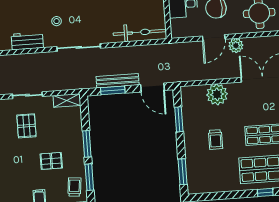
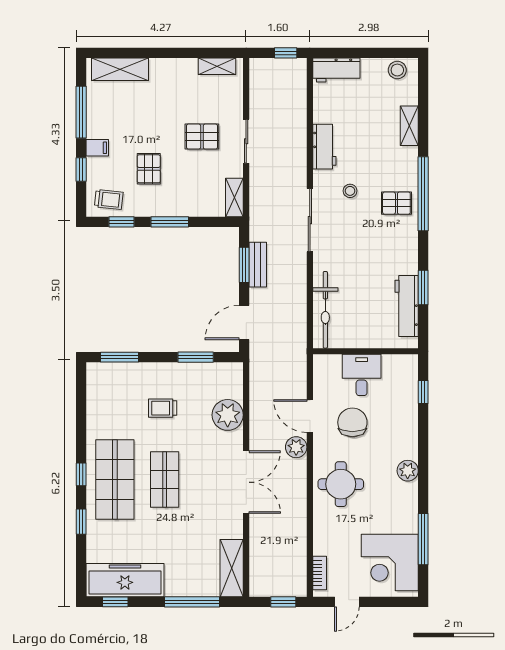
bench: (118, 81) -> (258, 265), width x0.73
window: (89, 177) -> (121, 222), width x0.67

